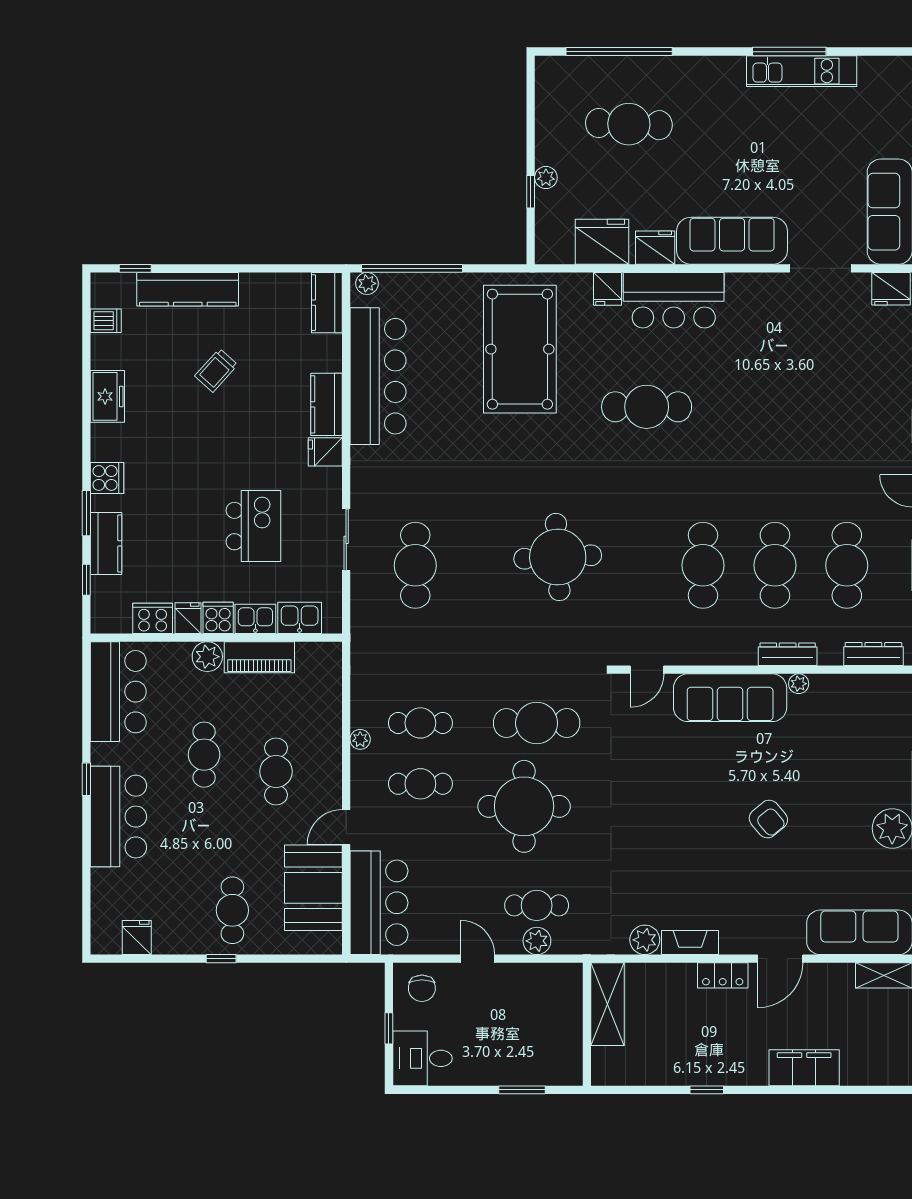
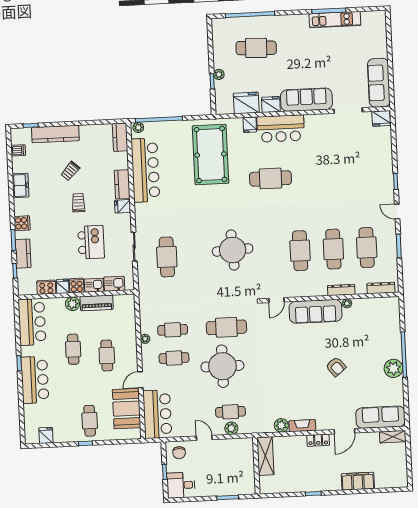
trolley: (230, 440) -> (78, 203), added

